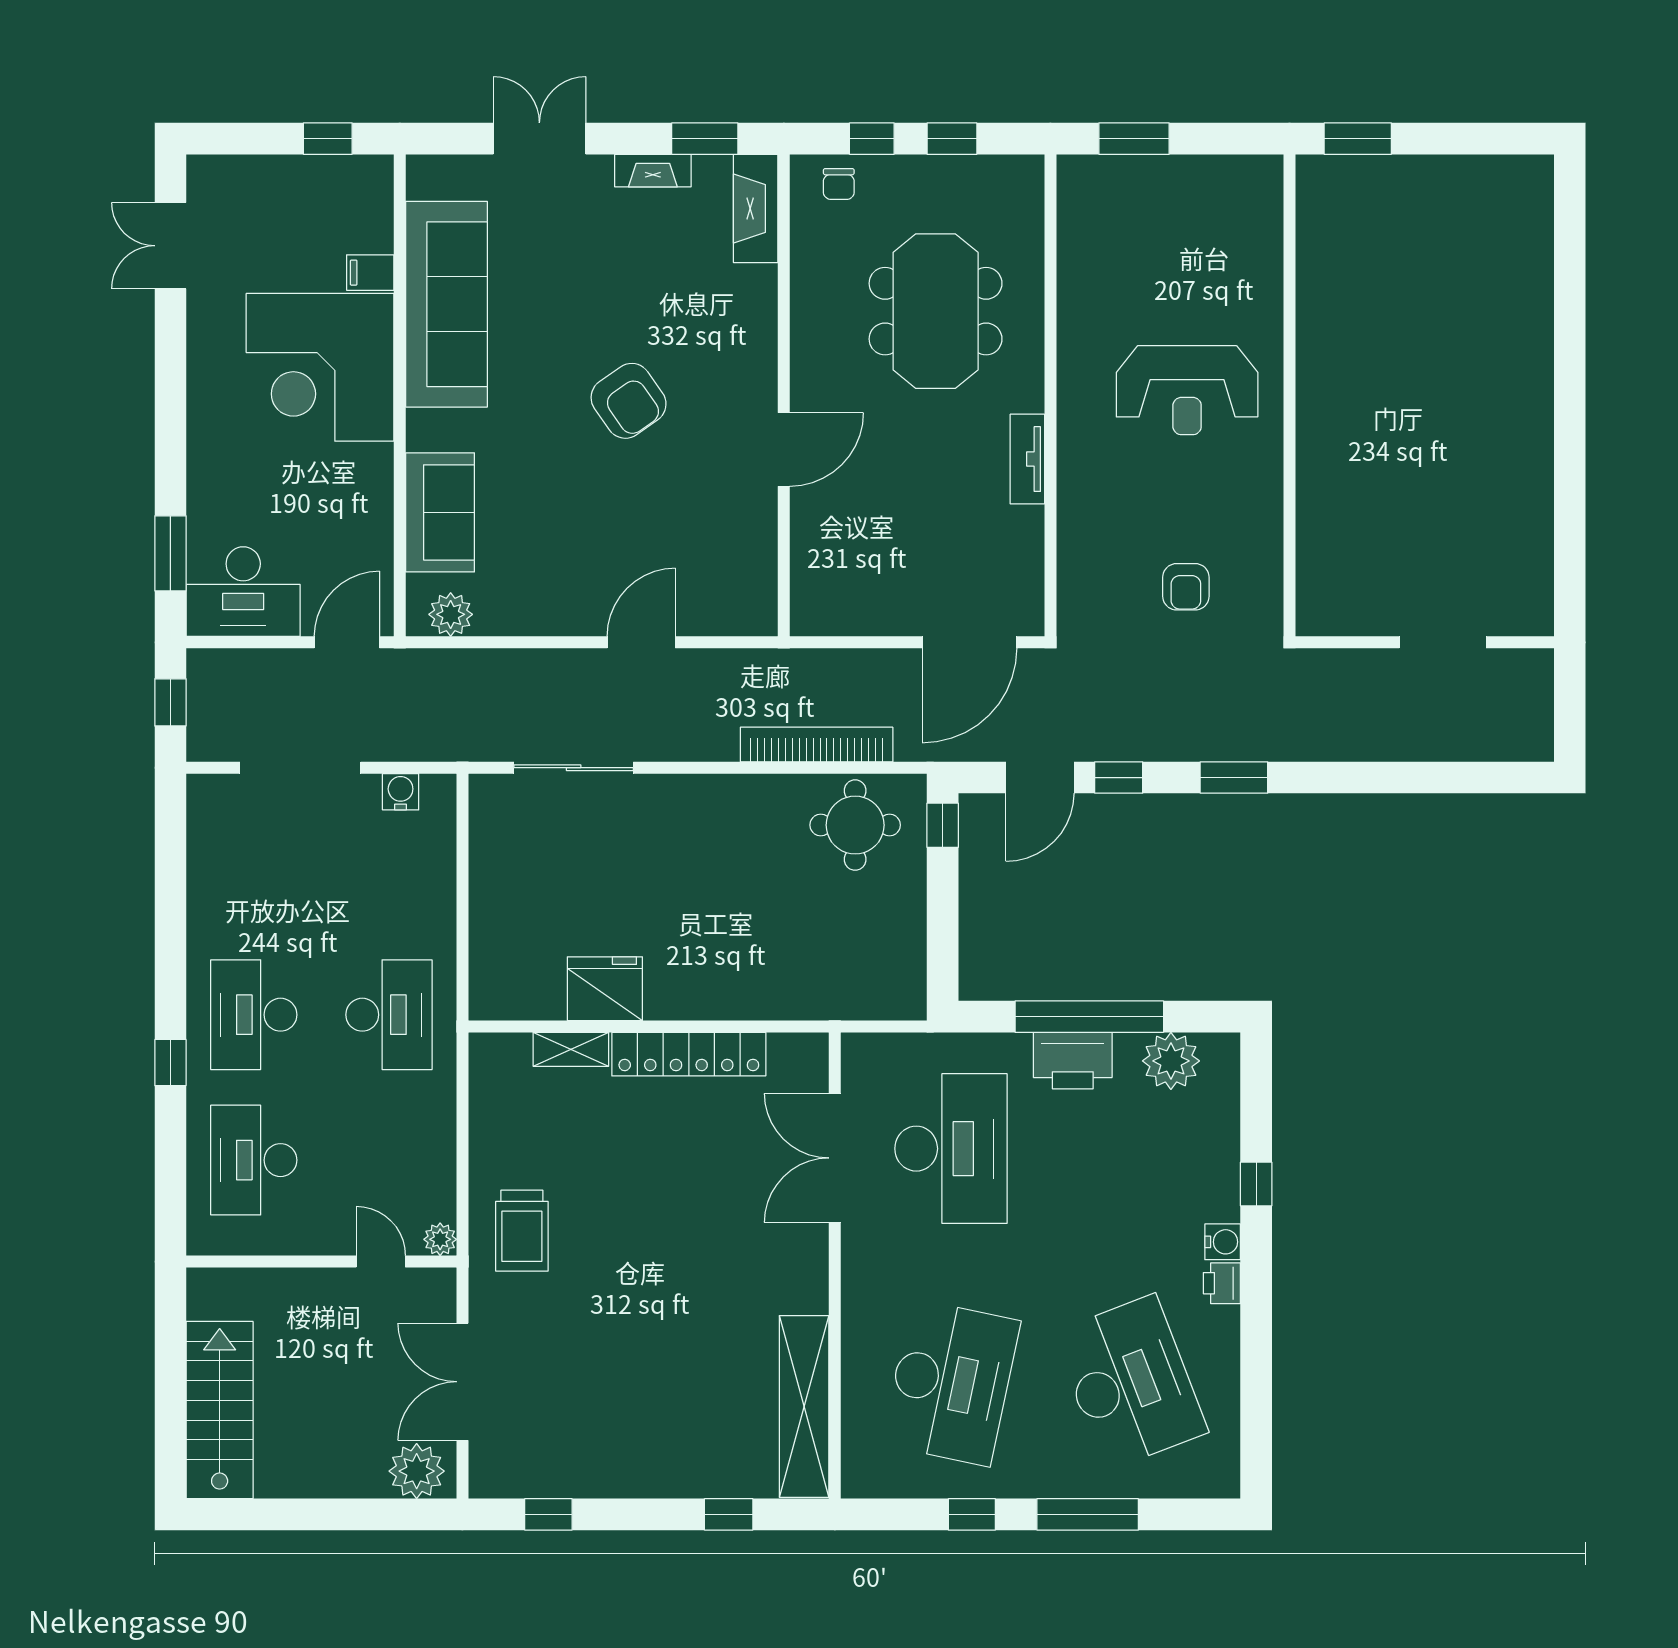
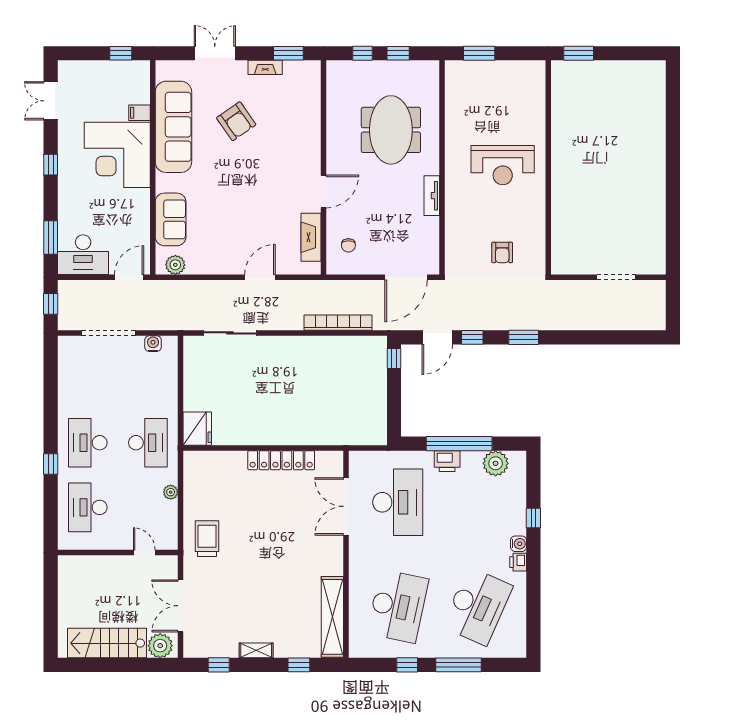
chair: (839, 184) -> (348, 245), moved
fireplace: (756, 208) -> (311, 237), moved
window: (170, 389) -> (51, 165), added
armchair: (629, 401) -> (236, 121), moved
round table: (855, 825) -> (355, 358), removed
fridge: (605, 989) -> (197, 429), moved, turned 90
shelving: (571, 1049) -> (256, 650), moved
printer: (1073, 1061) -> (447, 461), width x0.73, depth x0.84
trolley: (522, 1231) -> (207, 539), turned 180
plant: (440, 1239) -> (171, 492), moved
desk: (1130, 1382) -> (477, 606), turned 45
stairs: (220, 1410) -> (107, 643), moved, turned -90

